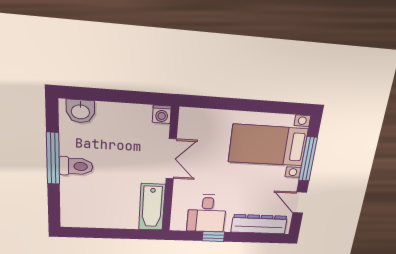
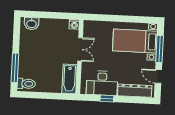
window: (53, 159) -> (15, 68), moved
toilet: (76, 166) -> (26, 84), moved
desk: (207, 213) -> (102, 83), width x1.37

